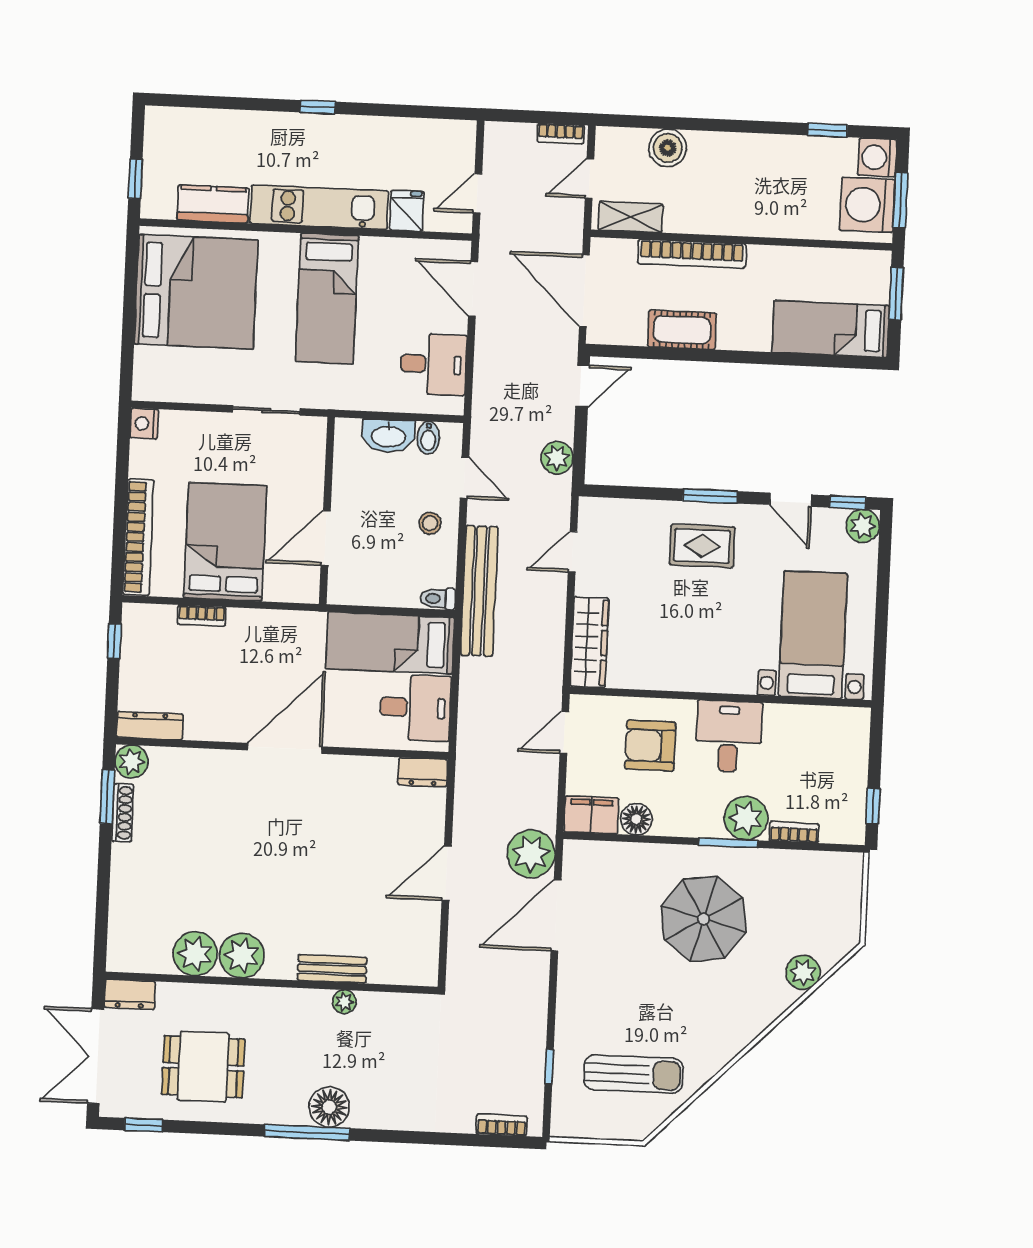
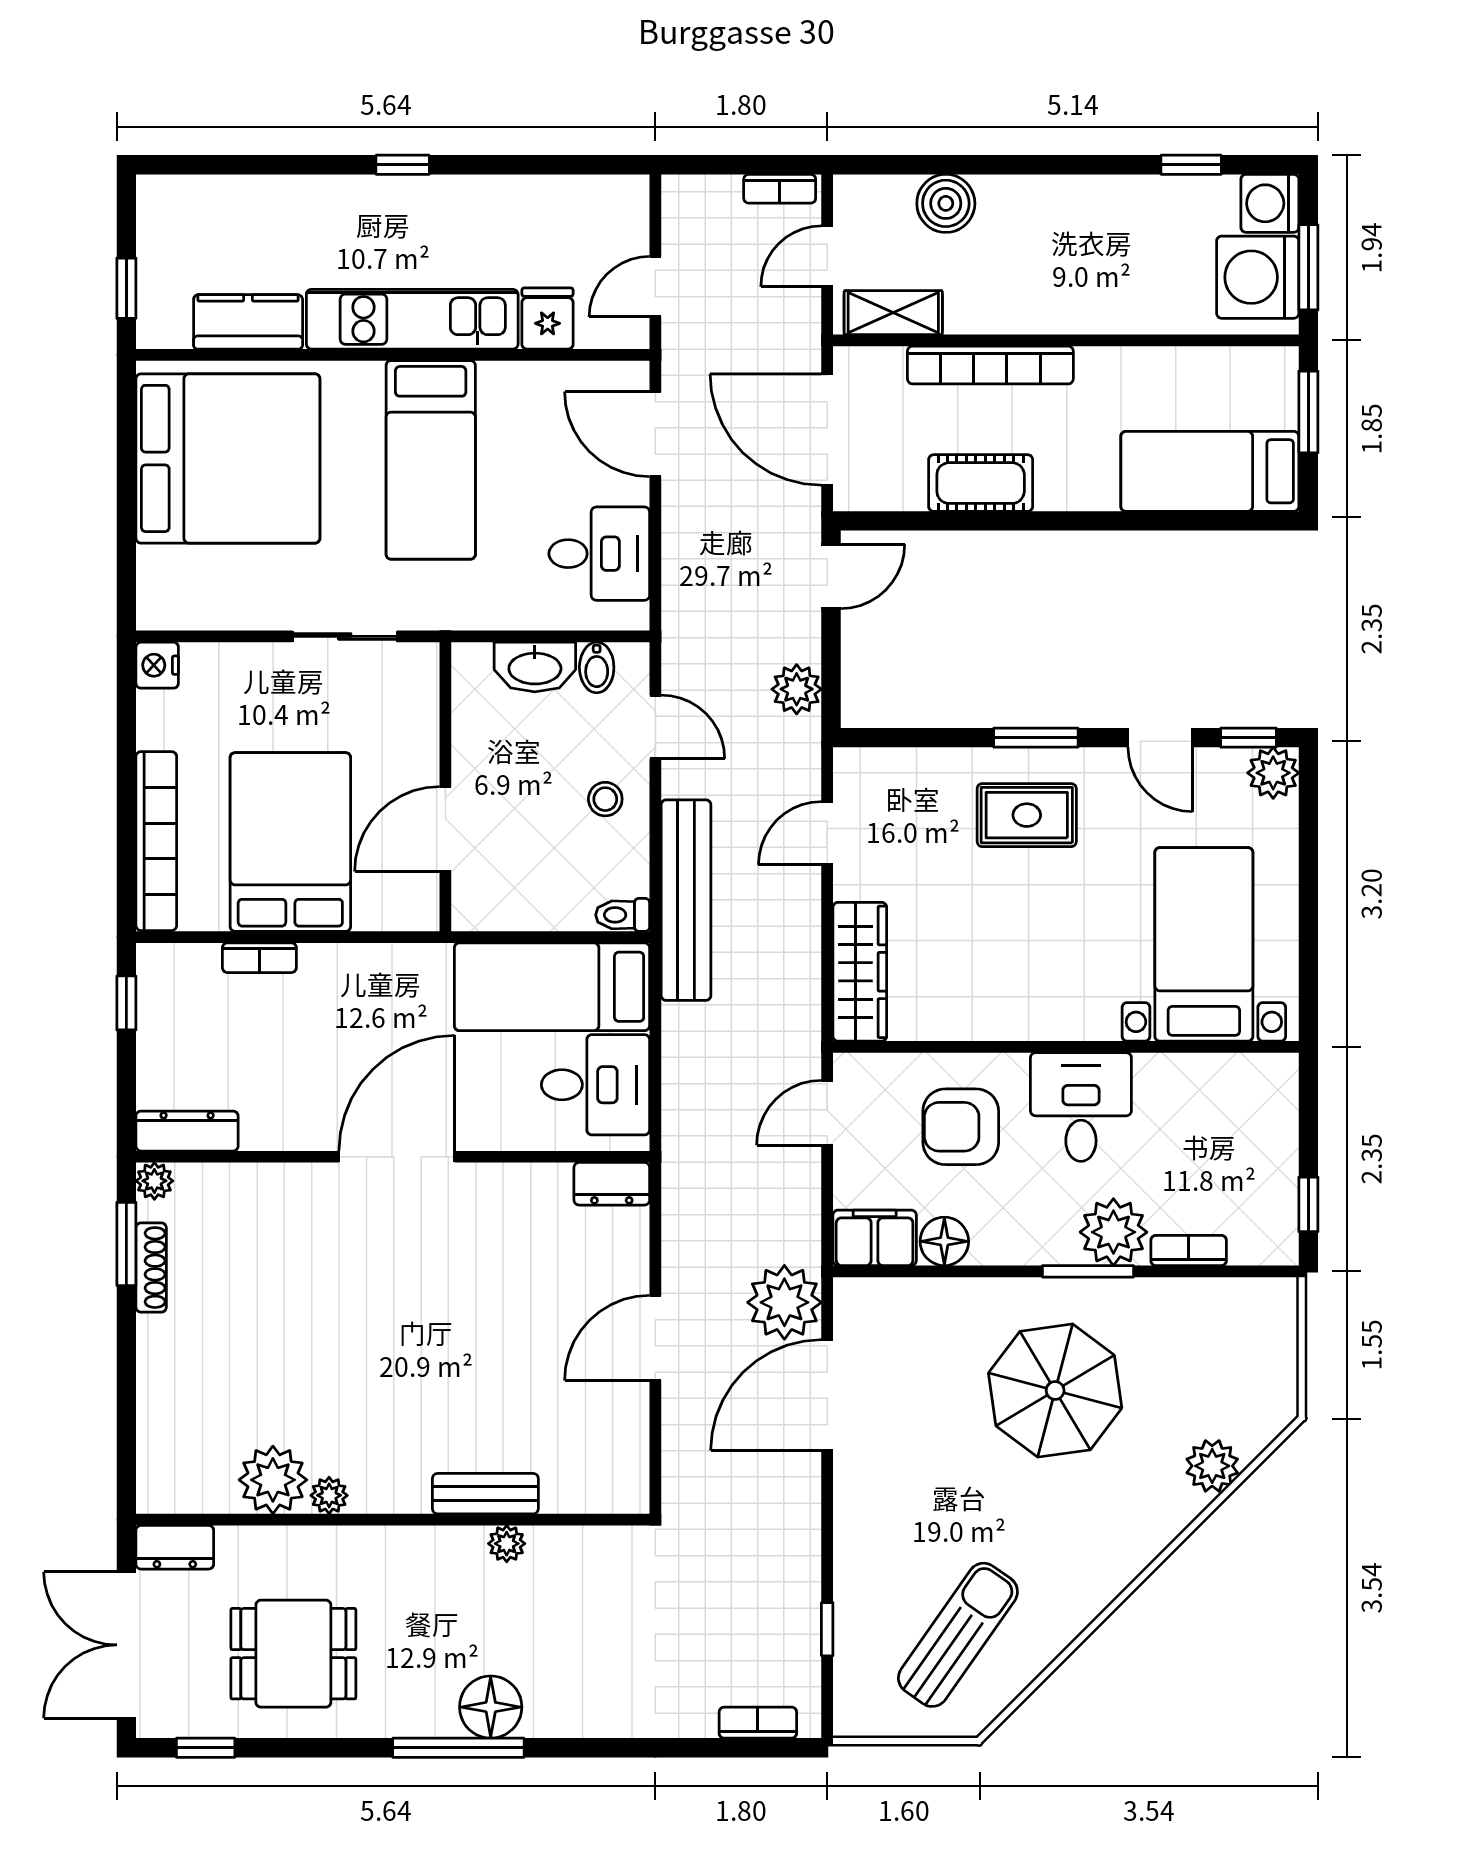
plant: (132, 762) -> (154, 1181), width x0.73, depth x0.73
plant: (242, 956) -> (329, 1495), width x0.53, depth x0.53
sun lounger: (634, 1074) -> (958, 1635), turned -55

